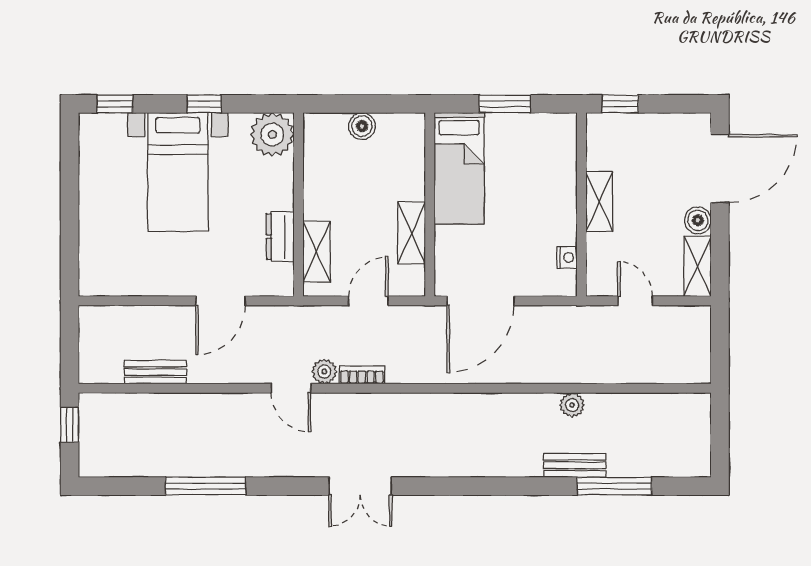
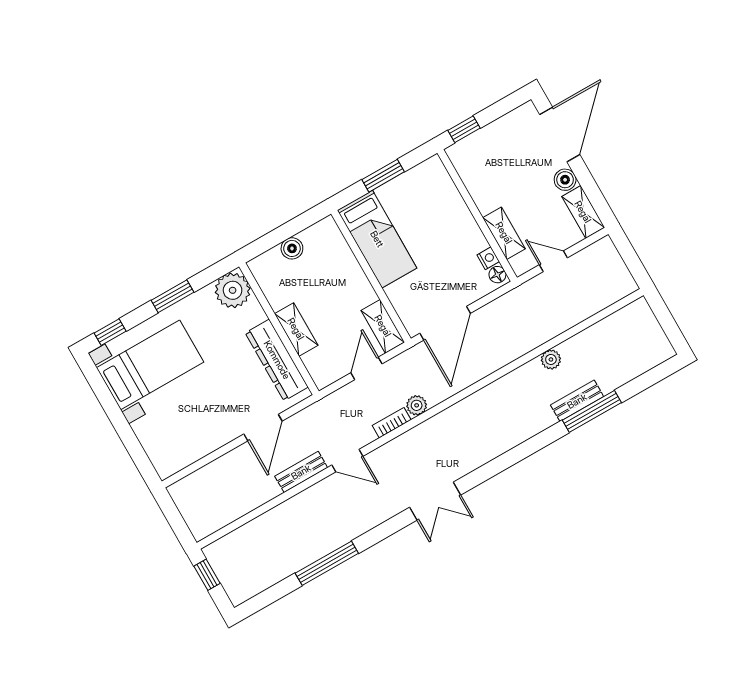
window: (204, 104) -> (173, 296), width x1.50
bed with nightstands: (178, 172) -> (150, 365), moved, turned -90
shelving: (599, 202) -> (504, 233), moved
shelving: (412, 233) -> (383, 326), moved
dresser: (280, 237) -> (277, 360), width x1.96, depth x1.24
shelving: (317, 252) -> (296, 329), moved
floor lamp: (567, 281) -> (497, 275), added
plant: (324, 371) -> (417, 405), moved
bench: (155, 372) -> (301, 472), moved
window: (614, 486) -> (592, 411), moved

